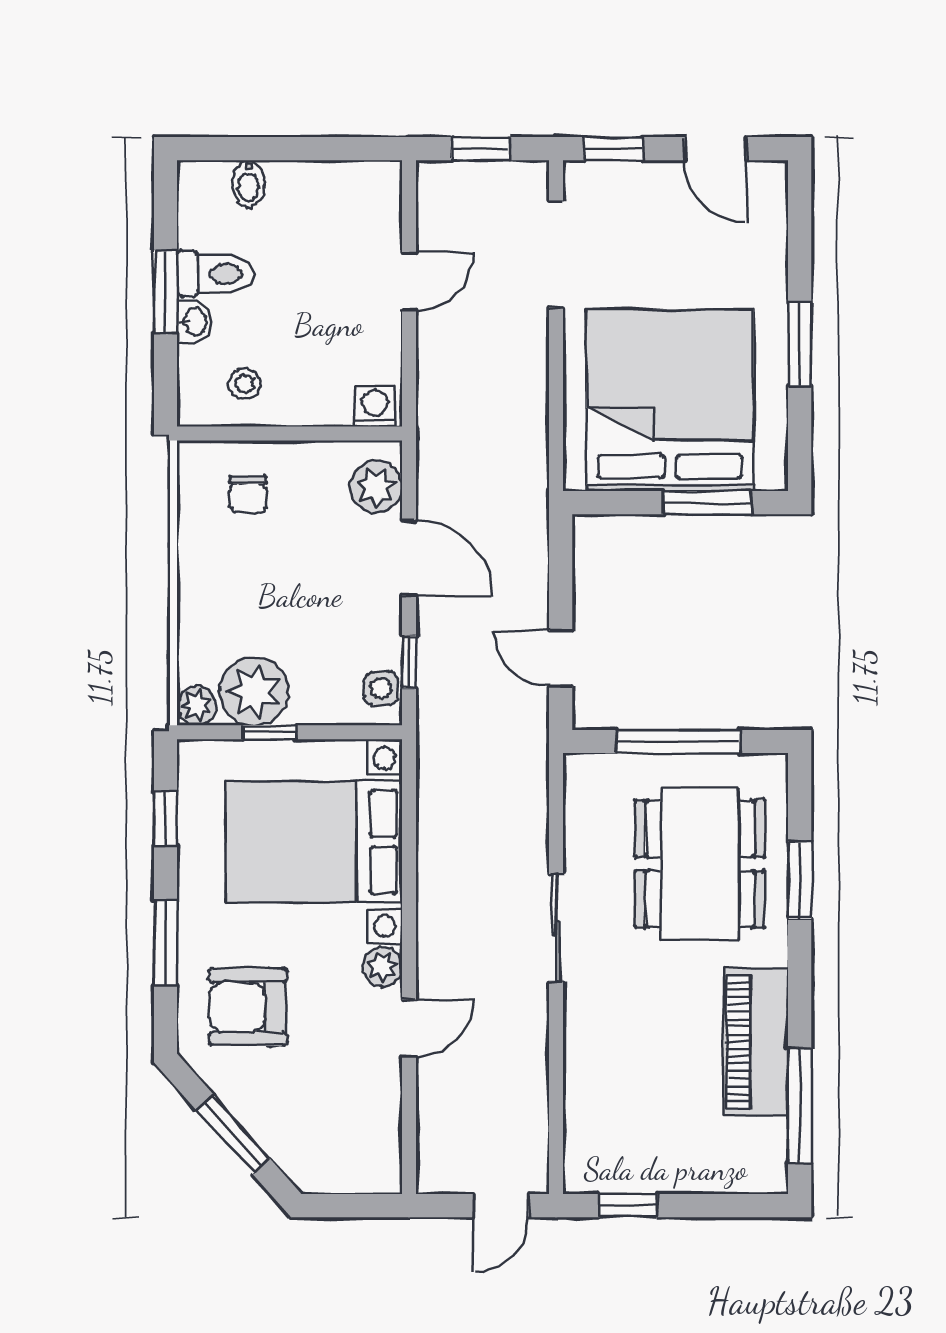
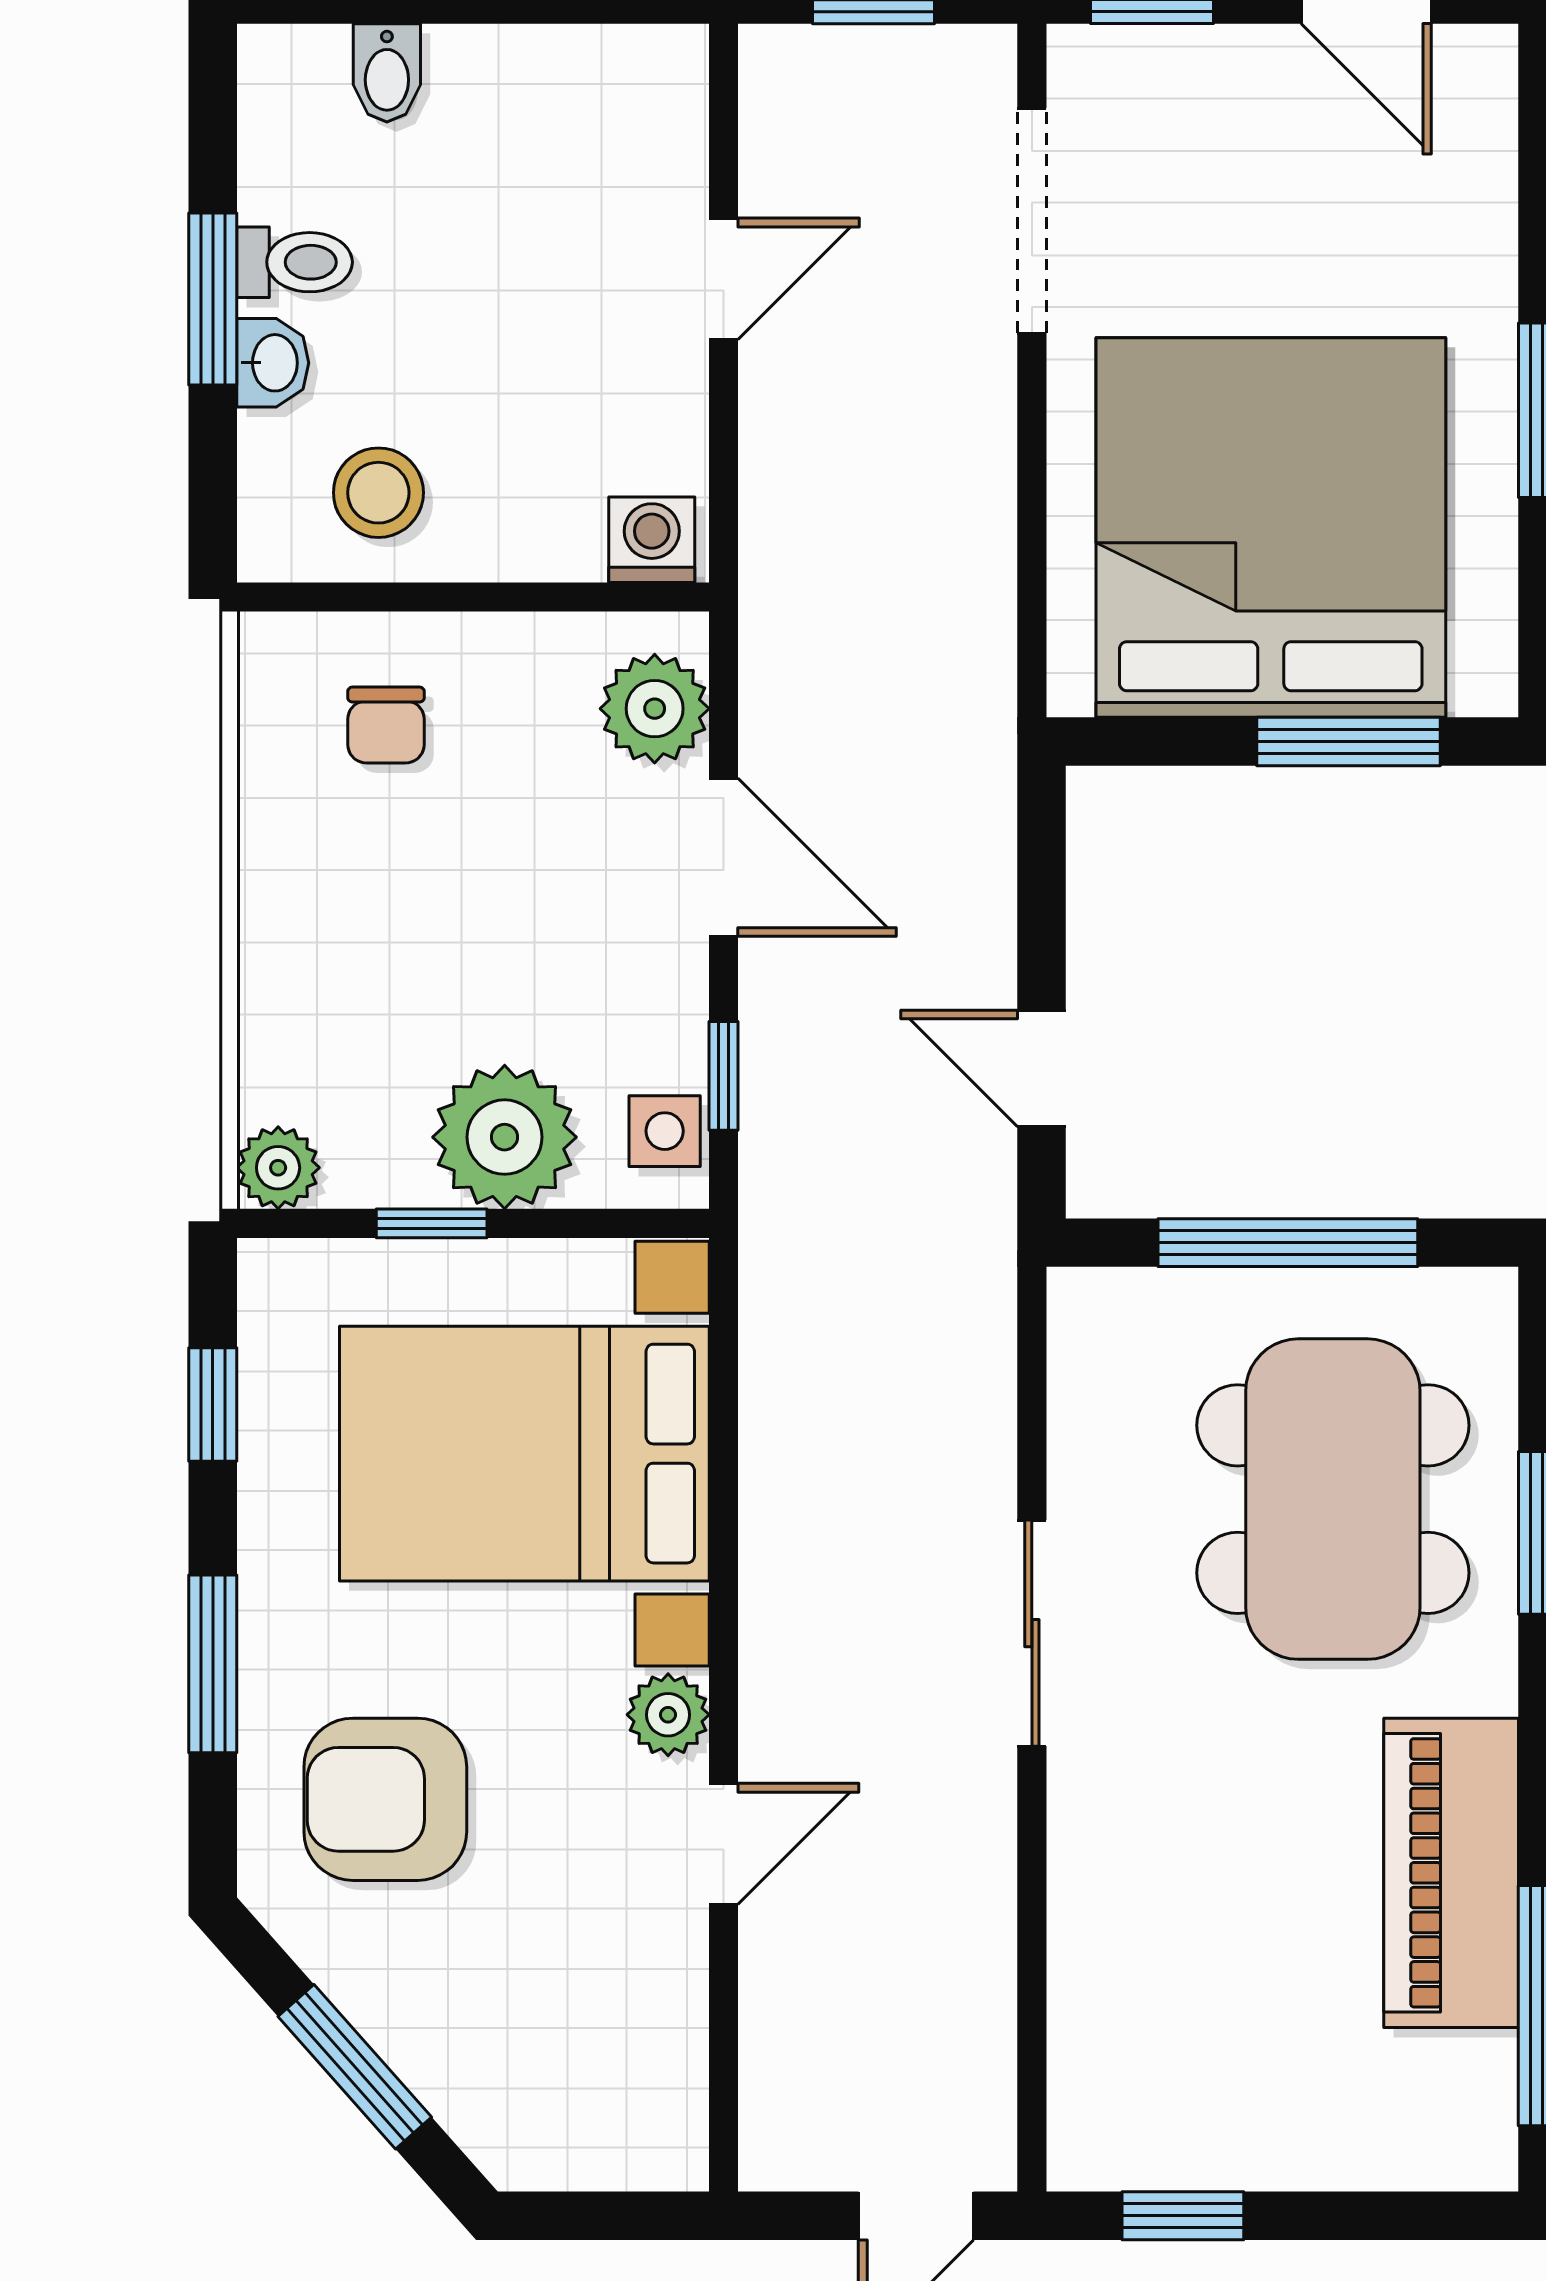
toilet: (215, 274) -> (295, 262), width x0.73, depth x0.72
stool: (244, 384) -> (378, 493), width x1.37, depth x1.37
plant: (254, 691) -> (505, 1137), moved

